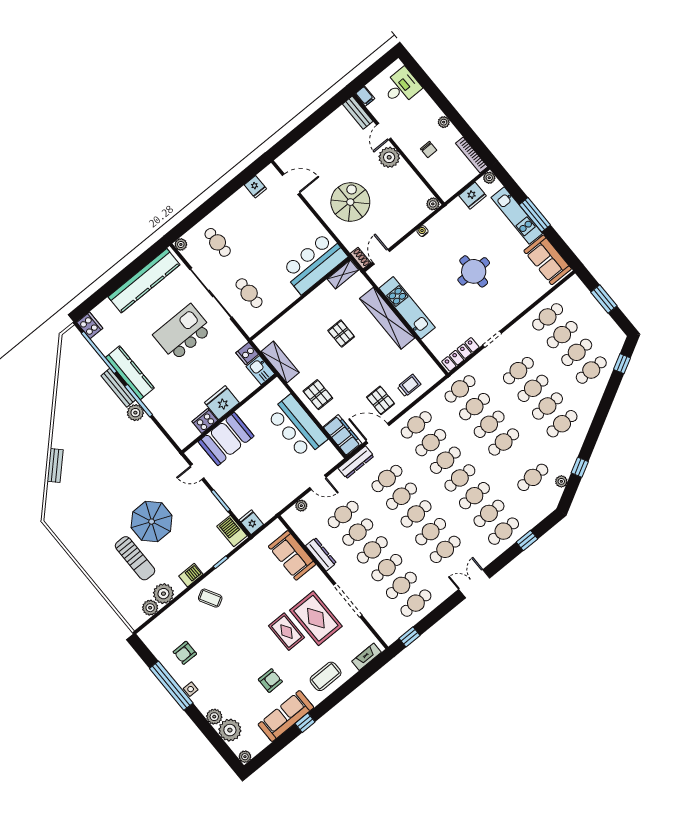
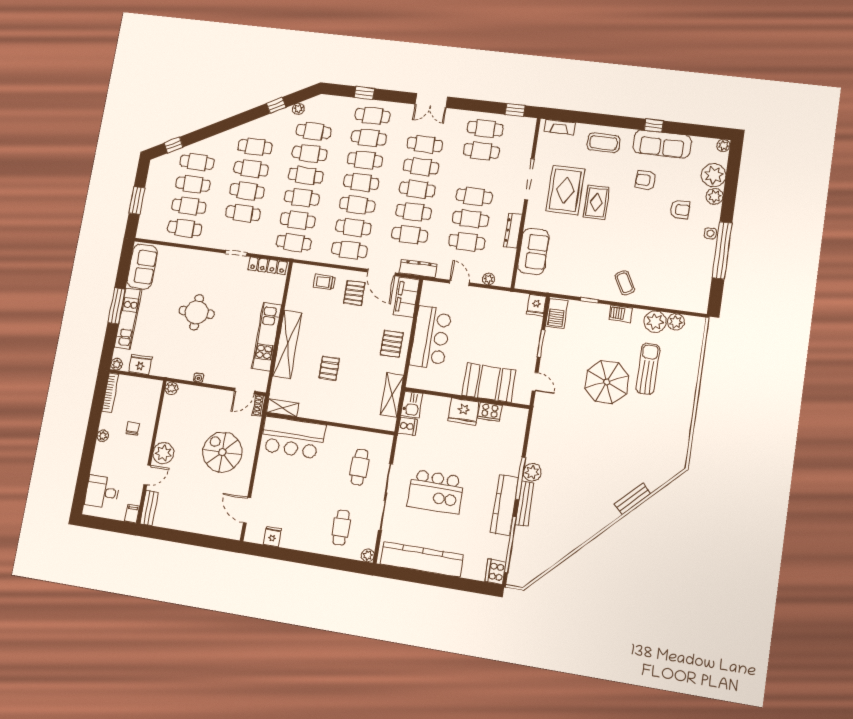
spiral stairs: (350, 202) -> (222, 452), turned 90
cafe table: (387, 568) -> (310, 153), moved
armchair: (185, 653) -> (680, 209), moved

